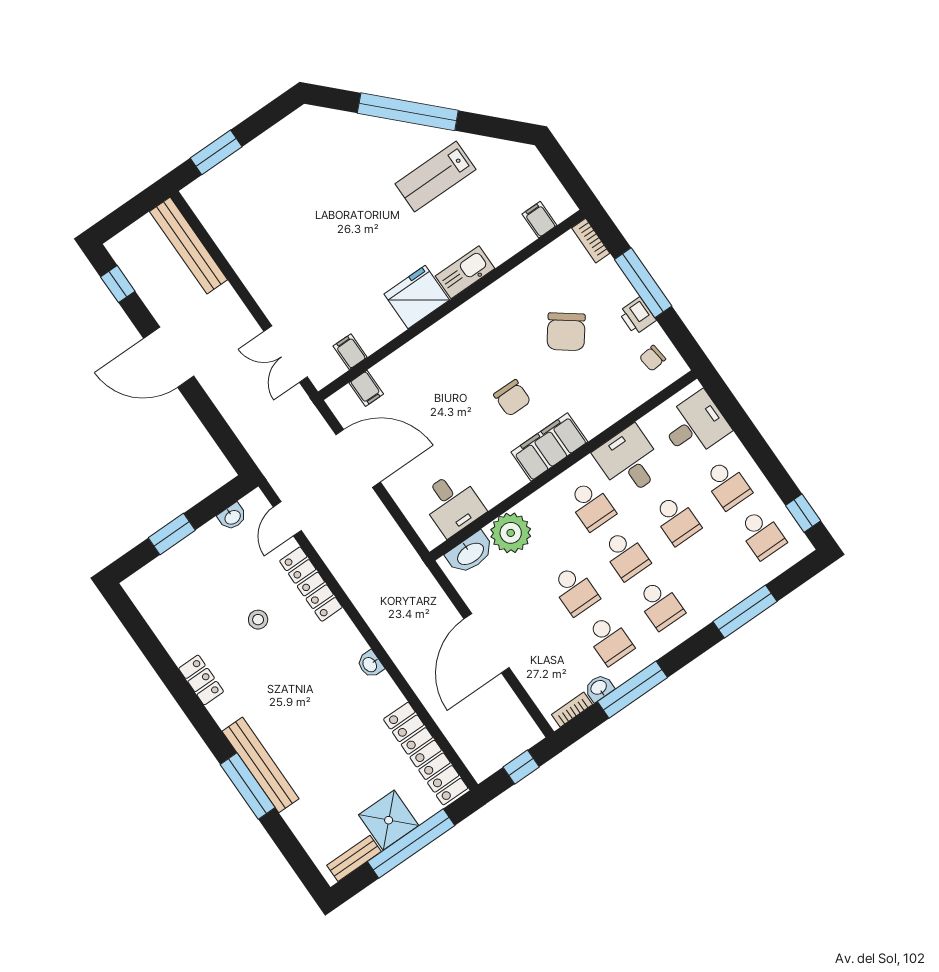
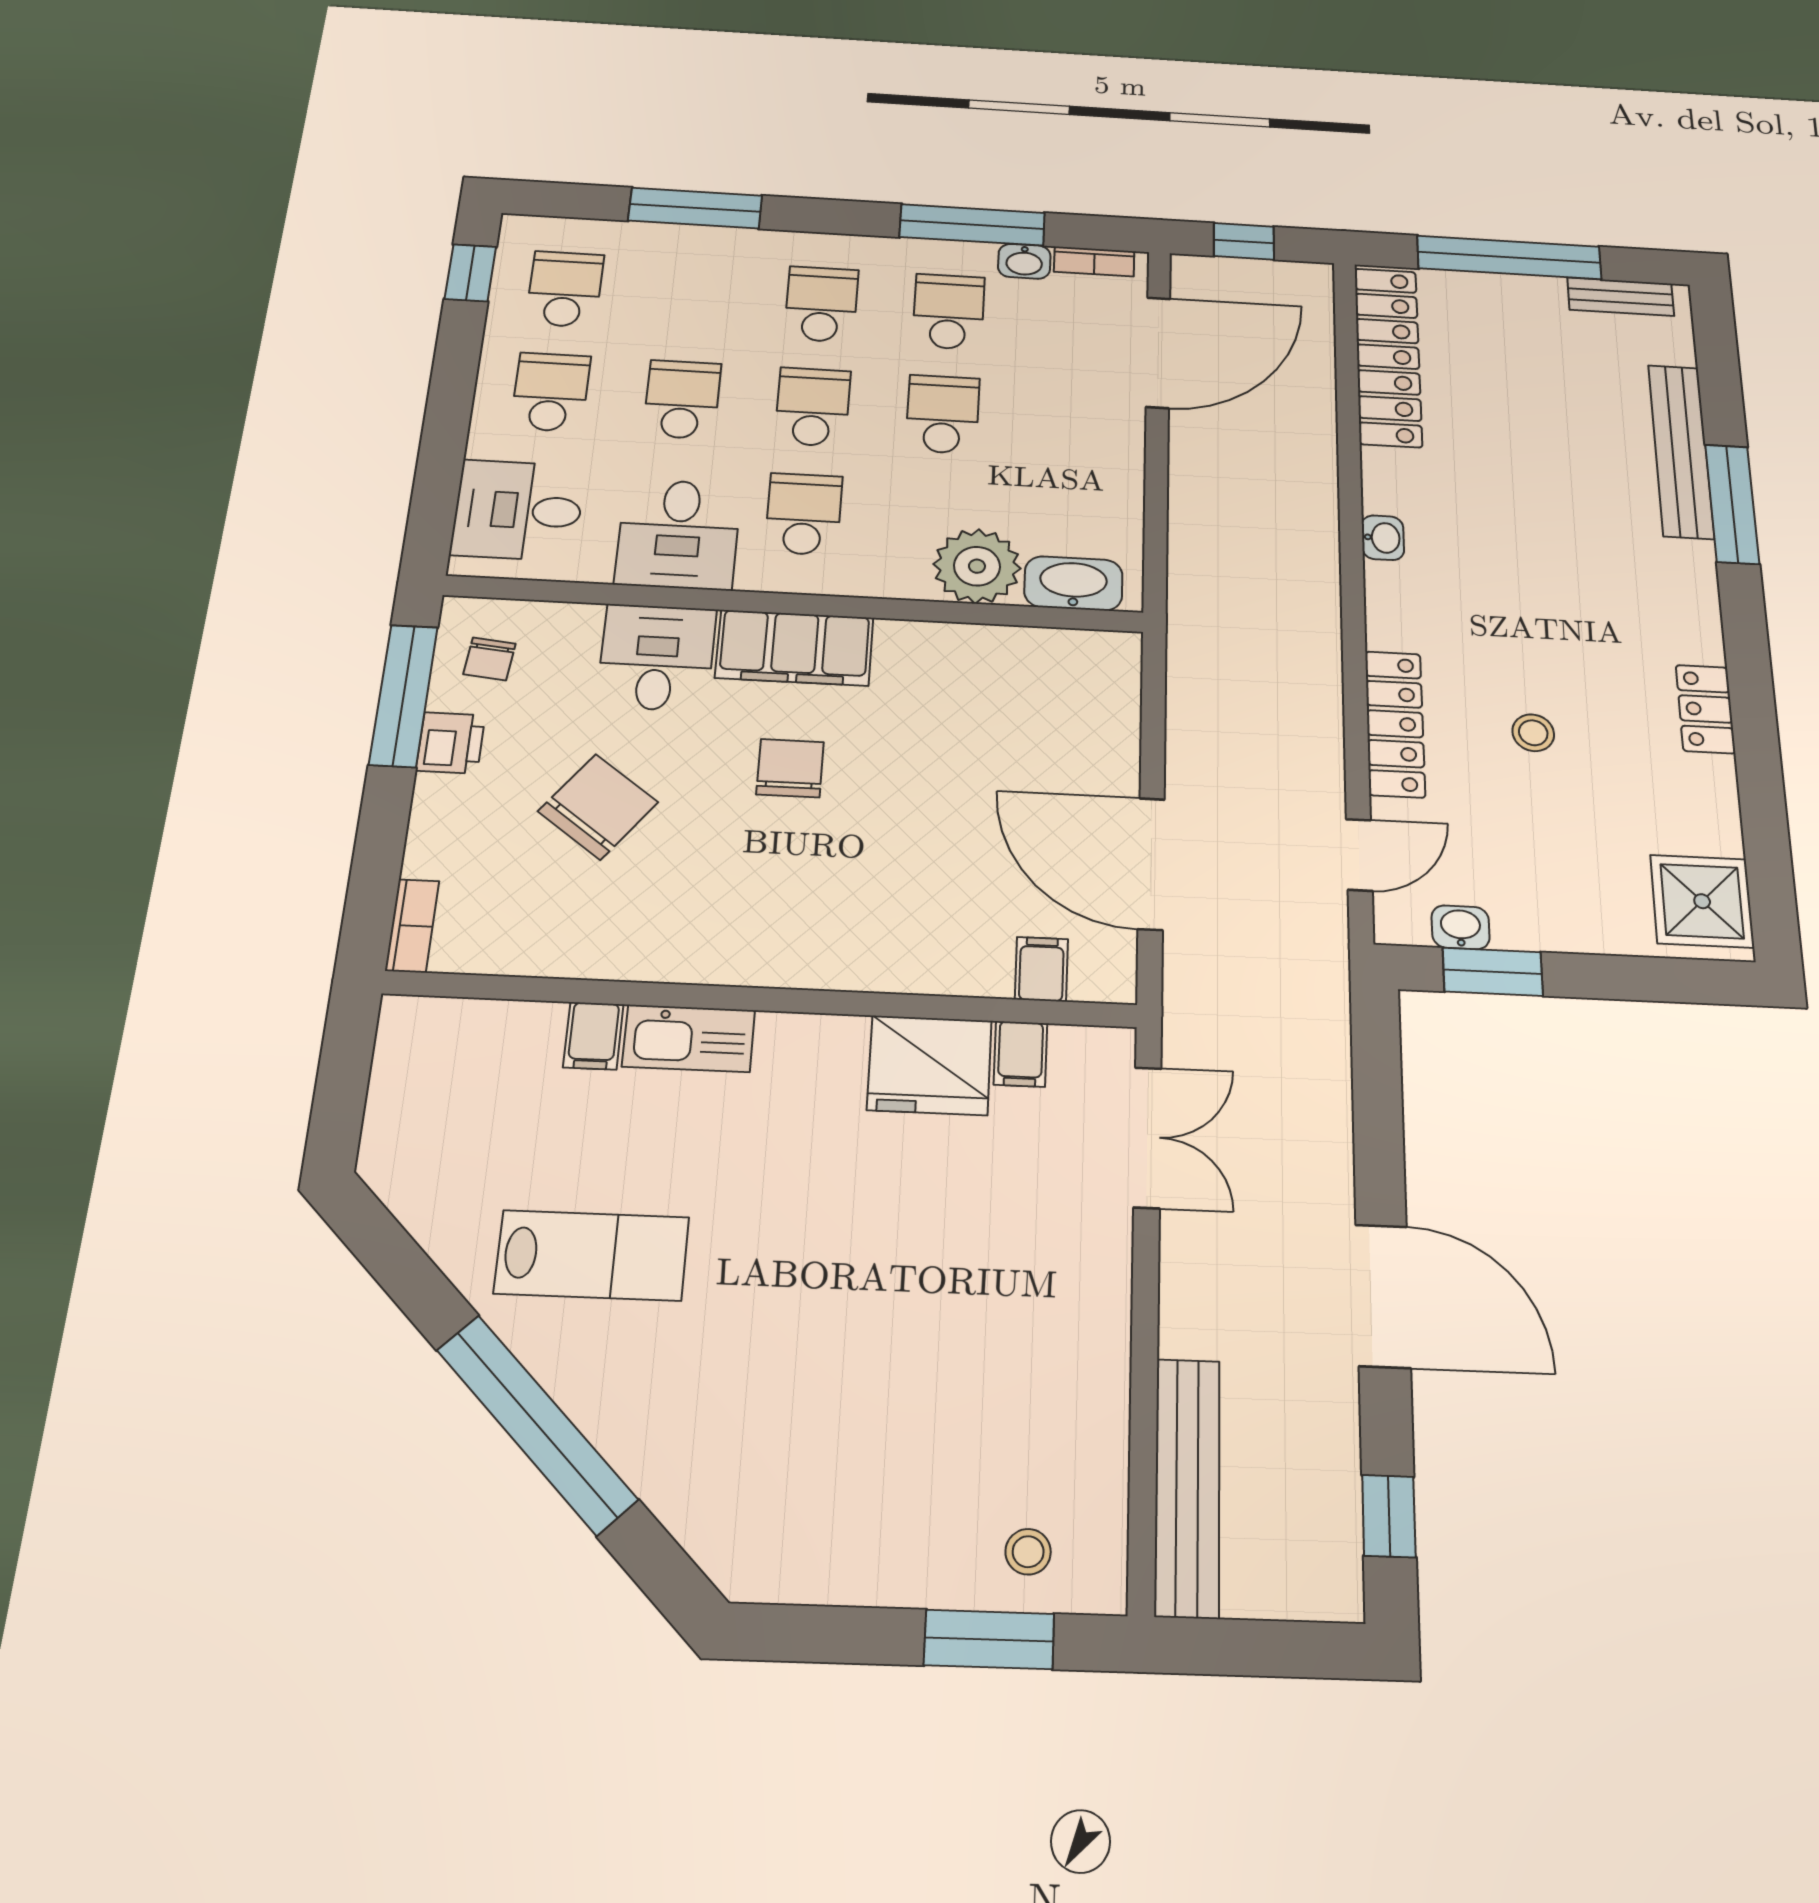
stool: (224, 188) -> (1028, 1552), added
filing cabinet: (539, 220) -> (593, 1036), moved
window: (643, 283) -> (403, 695), moved
fridge: (417, 297) -> (930, 1065), moved
chair: (653, 358) -> (489, 659), turned 103
desk: (452, 504) -> (657, 658), moved
window: (172, 534) -> (1493, 972), moved
door: (487, 643) -> (1158, 352), moved
bench: (261, 765) -> (1681, 451), moved
shower: (389, 820) -> (1702, 901), moved

